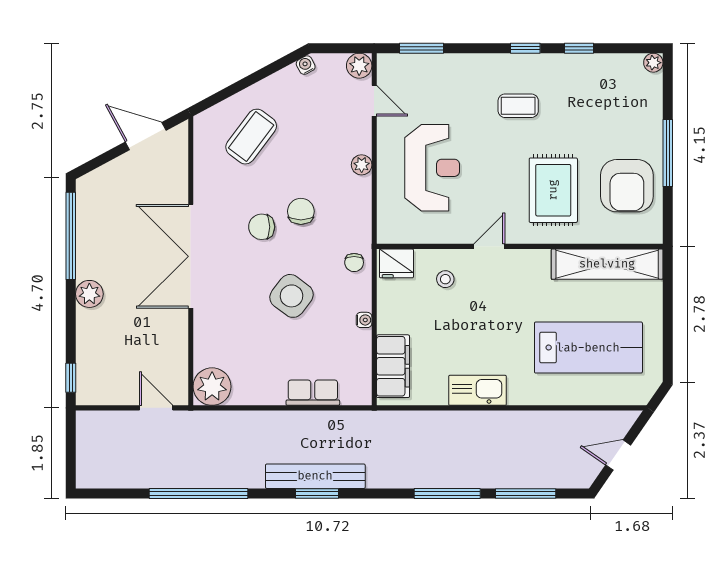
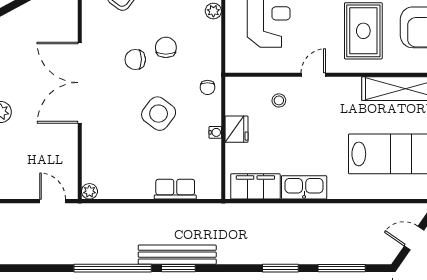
fridge: (396, 263) -> (237, 129), moved, turned -90
filing cabinet: (393, 366) -> (255, 186), moved, turned -90
plant: (212, 387) -> (89, 191), width x0.53, depth x0.53
window: (198, 494) -> (113, 268), moved
window: (447, 494) -> (280, 268), width x0.69

